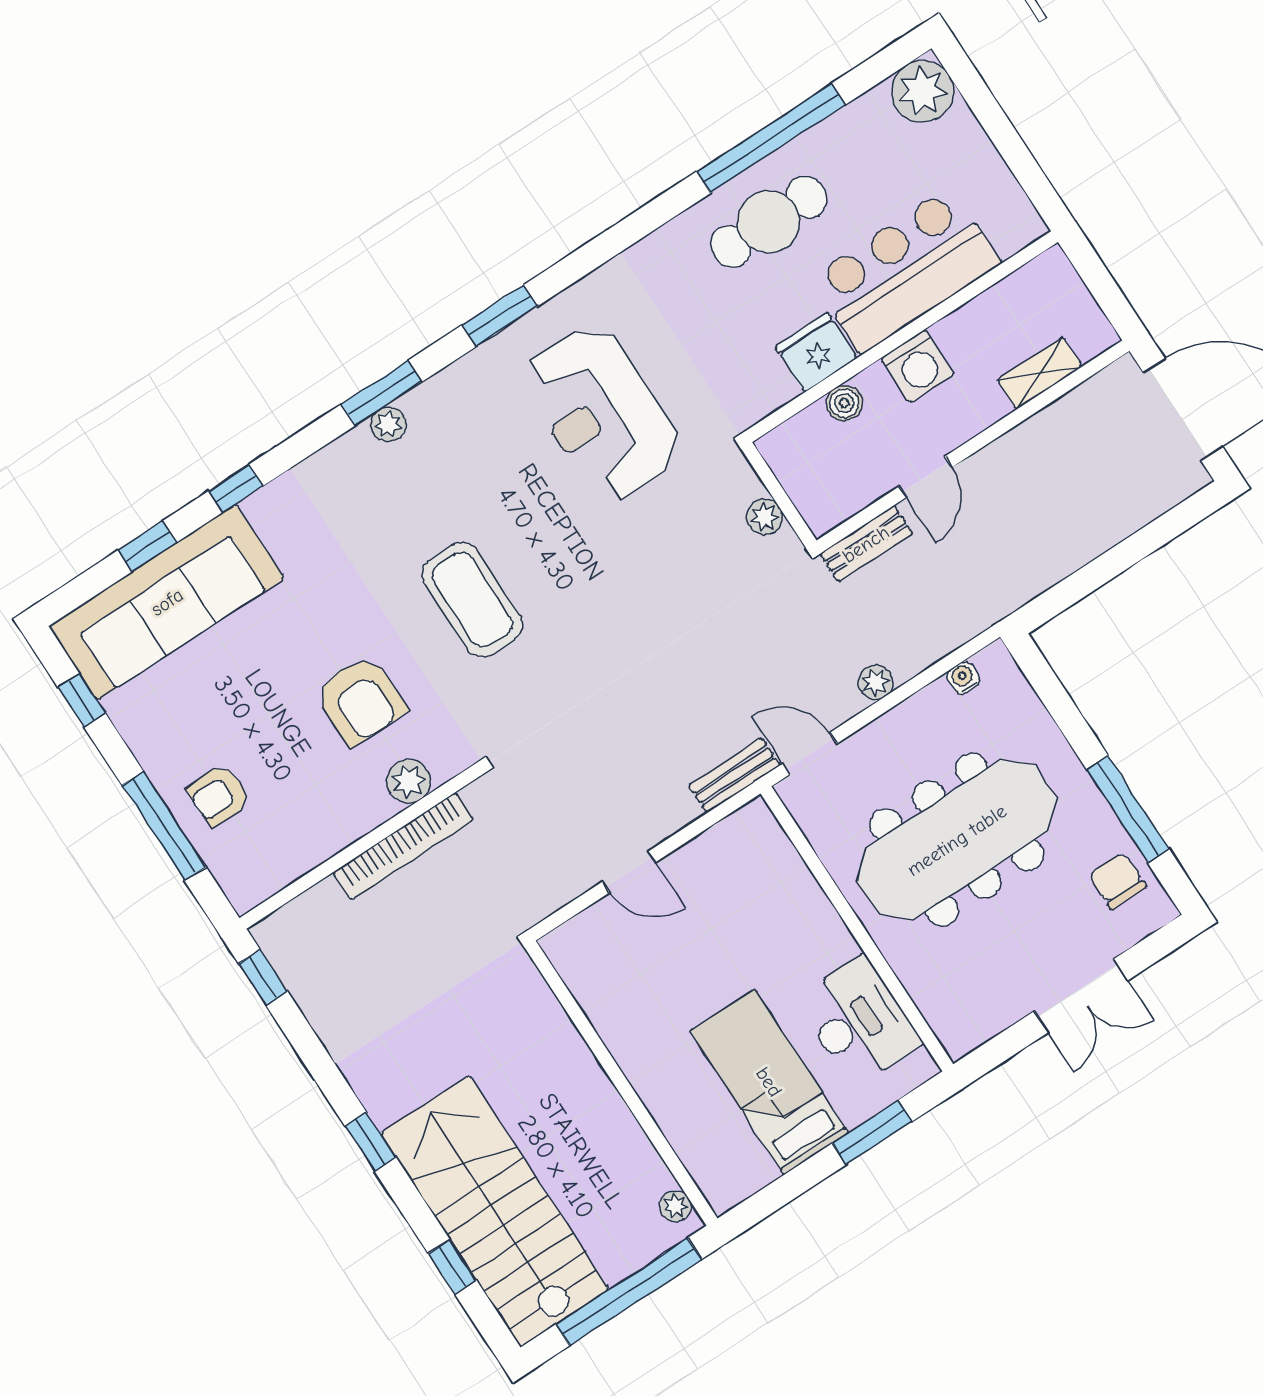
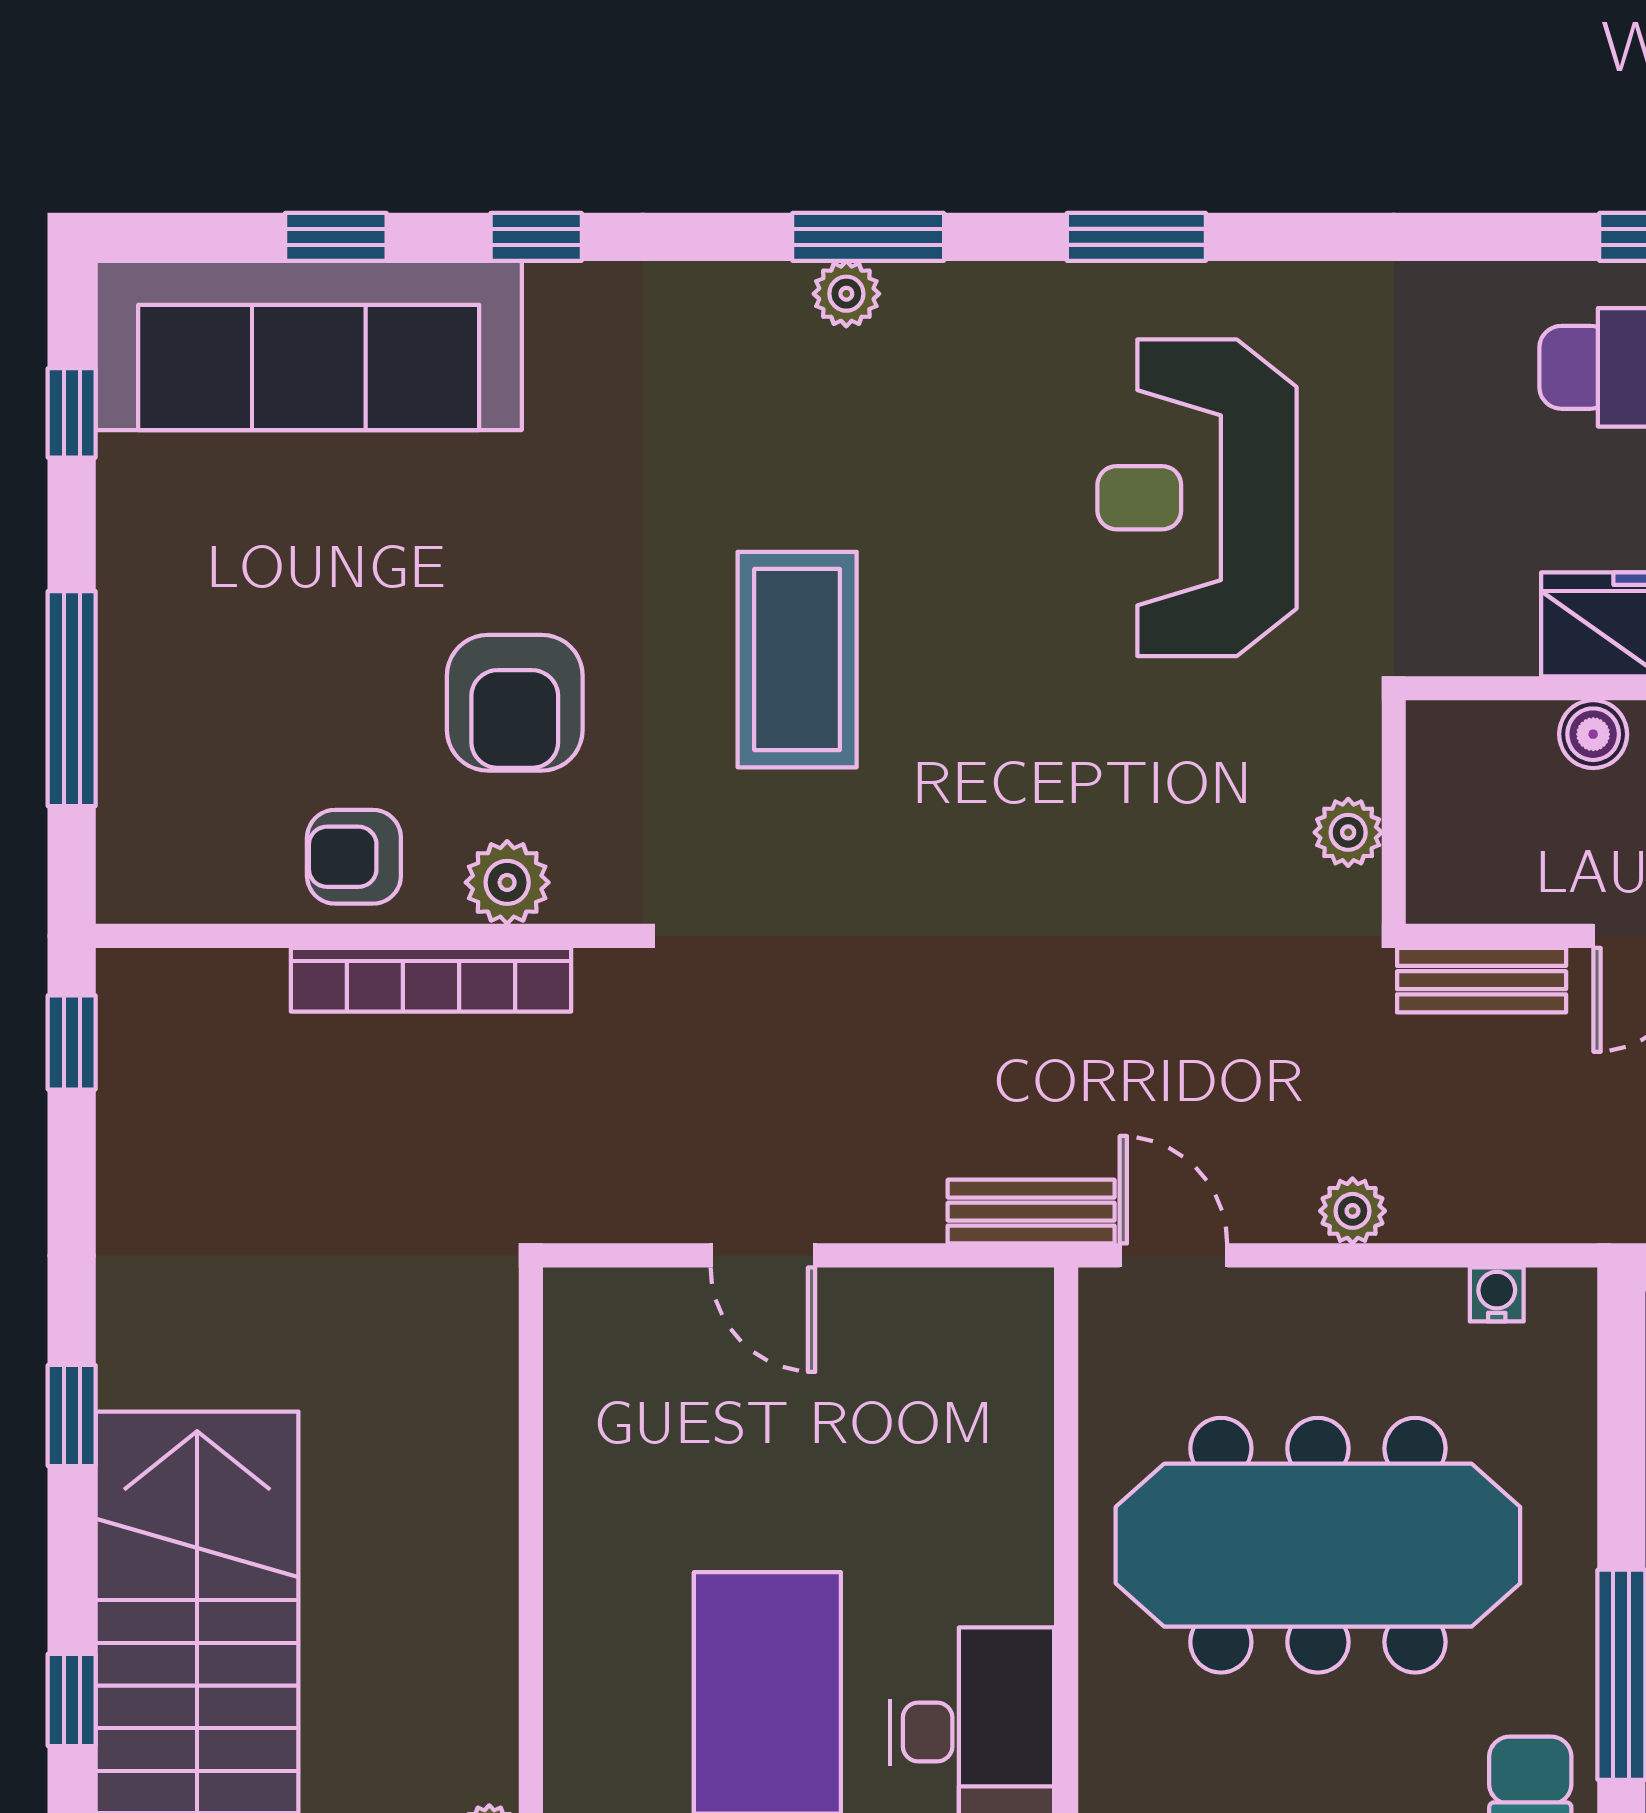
armchair: (219, 795) -> (354, 857), moved

